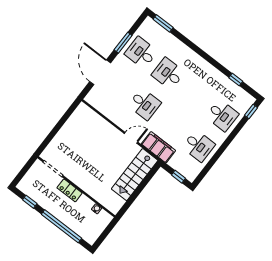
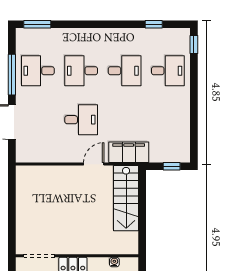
window: (123, 43) -> (12, 75), width x1.44
desk: (199, 146) -> (125, 71), moved

